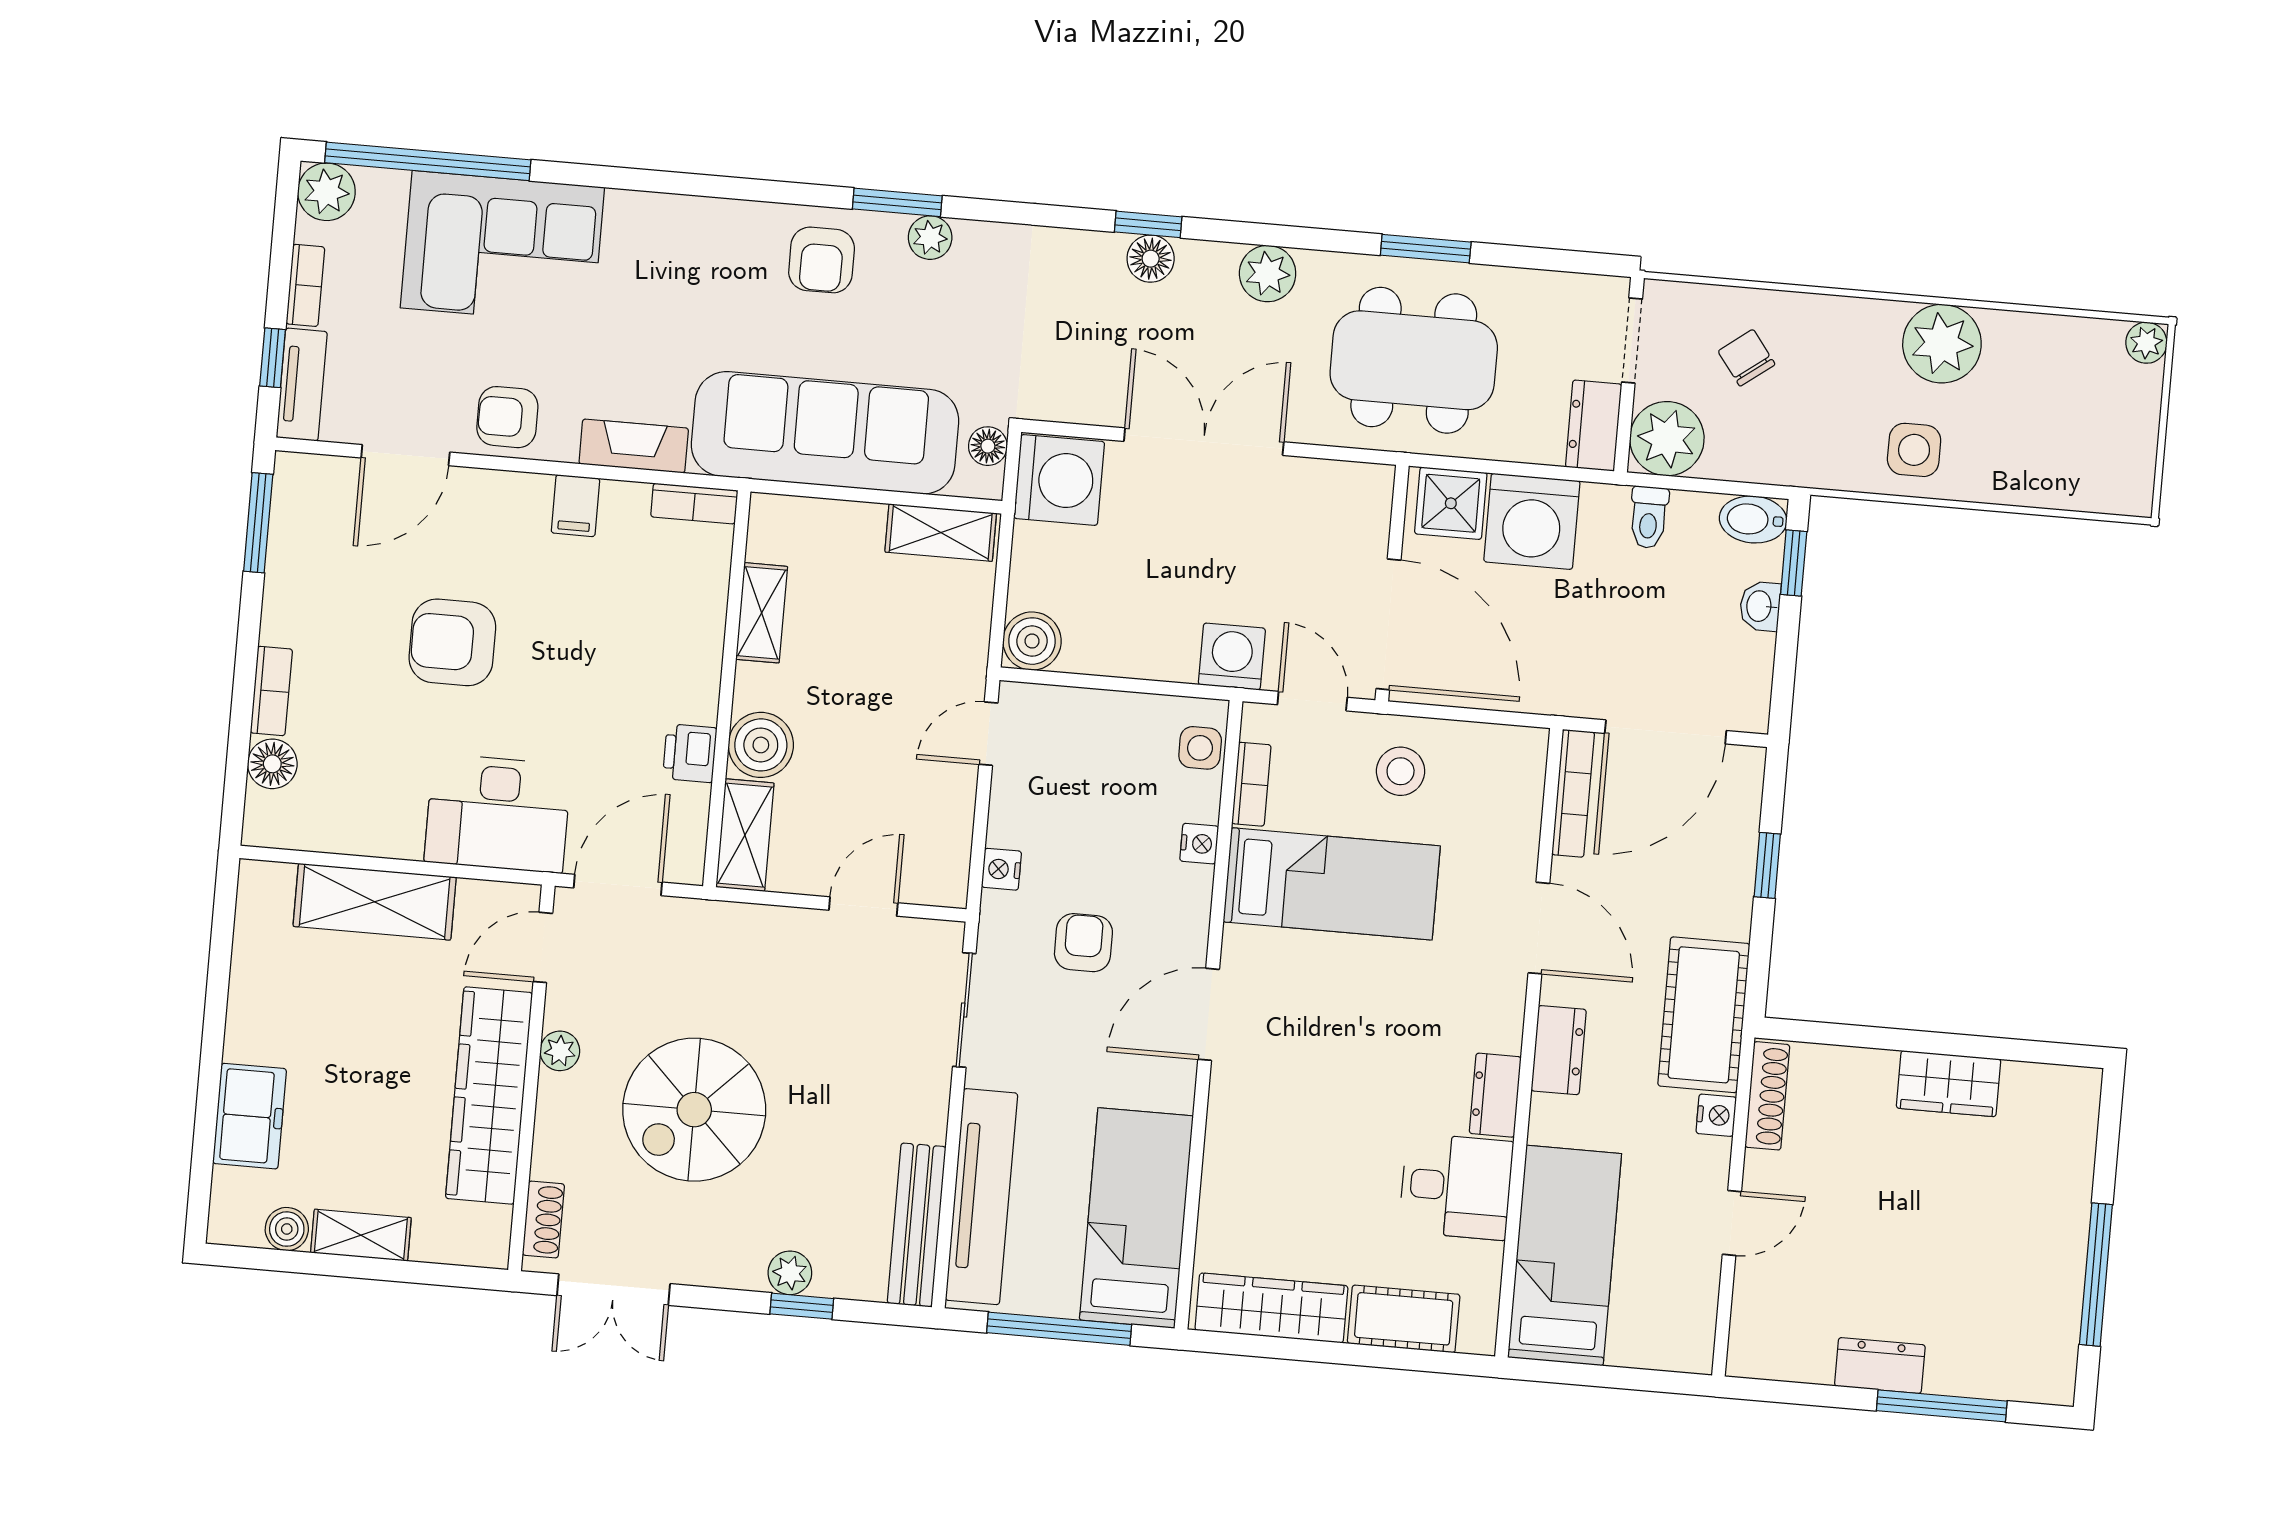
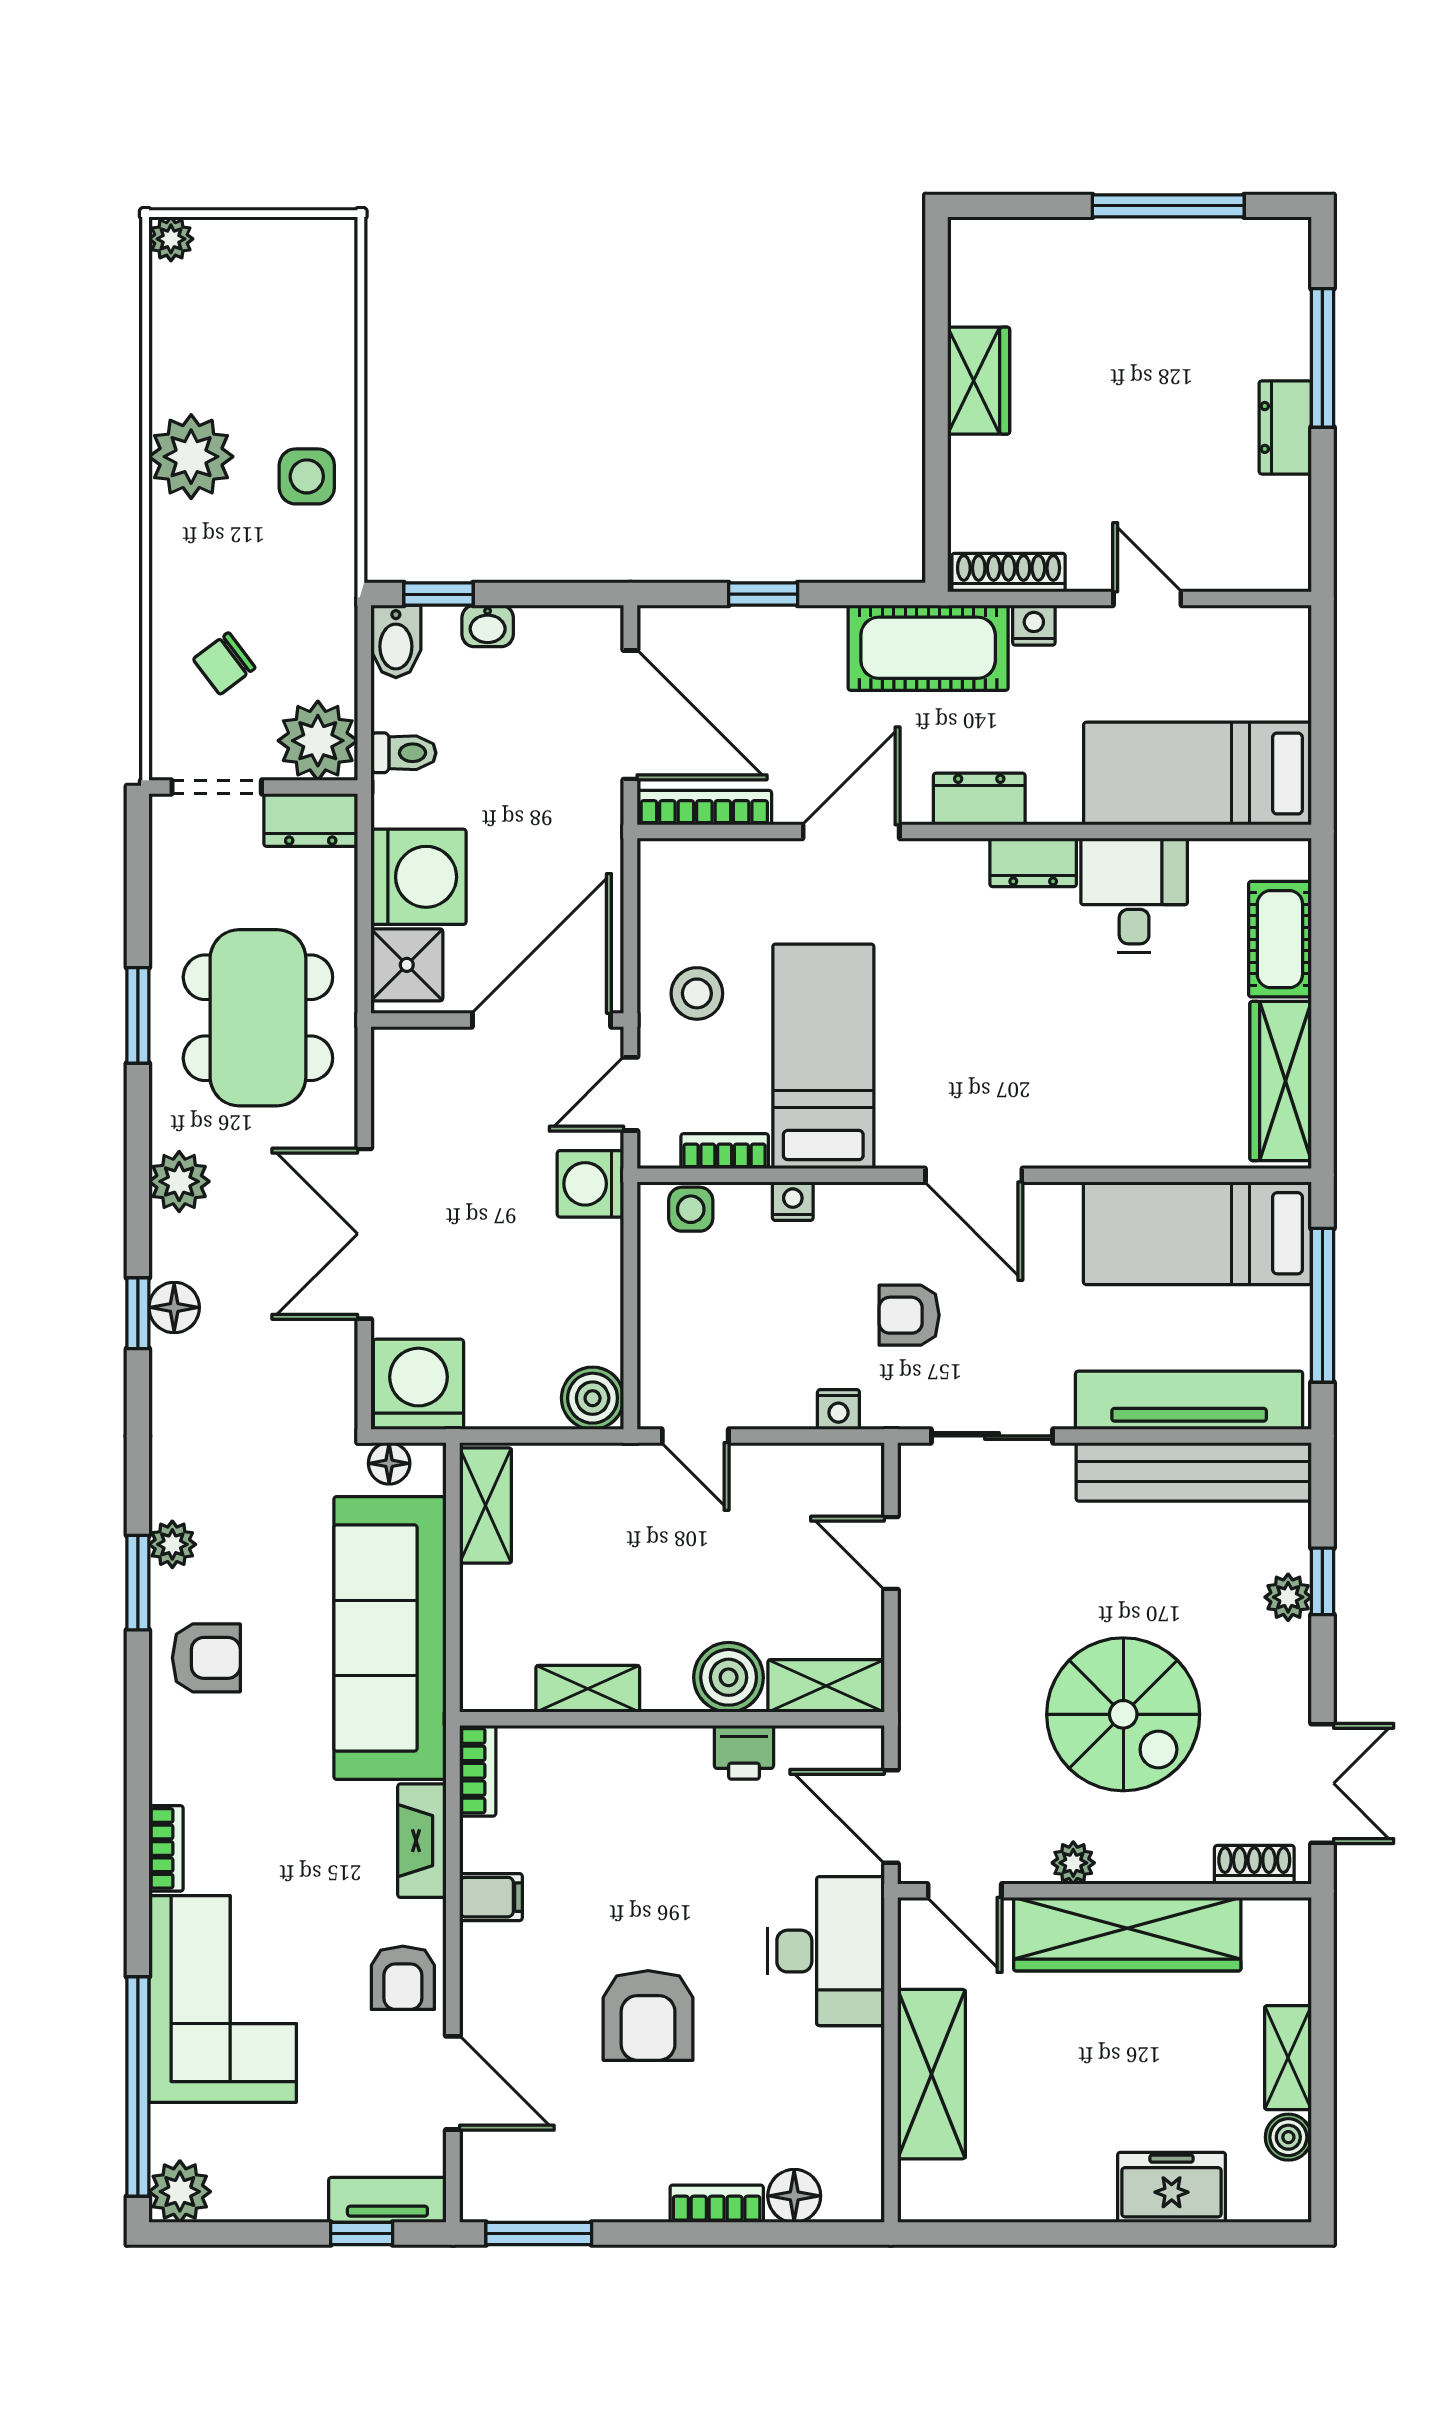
bookcase: (305, 285) -> (166, 1848), moved, turned 90
bench: (917, 1225) -> (1194, 1472), width x1.37, depth x1.21

